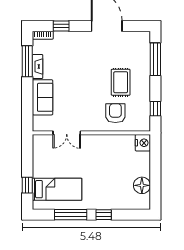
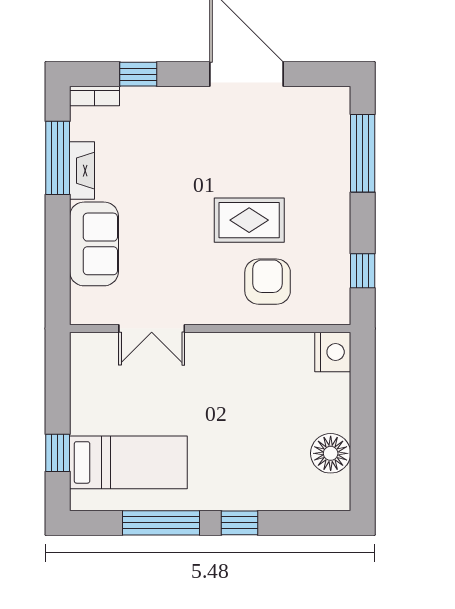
rug: (121, 82) -> (249, 220), moved, turned 90

